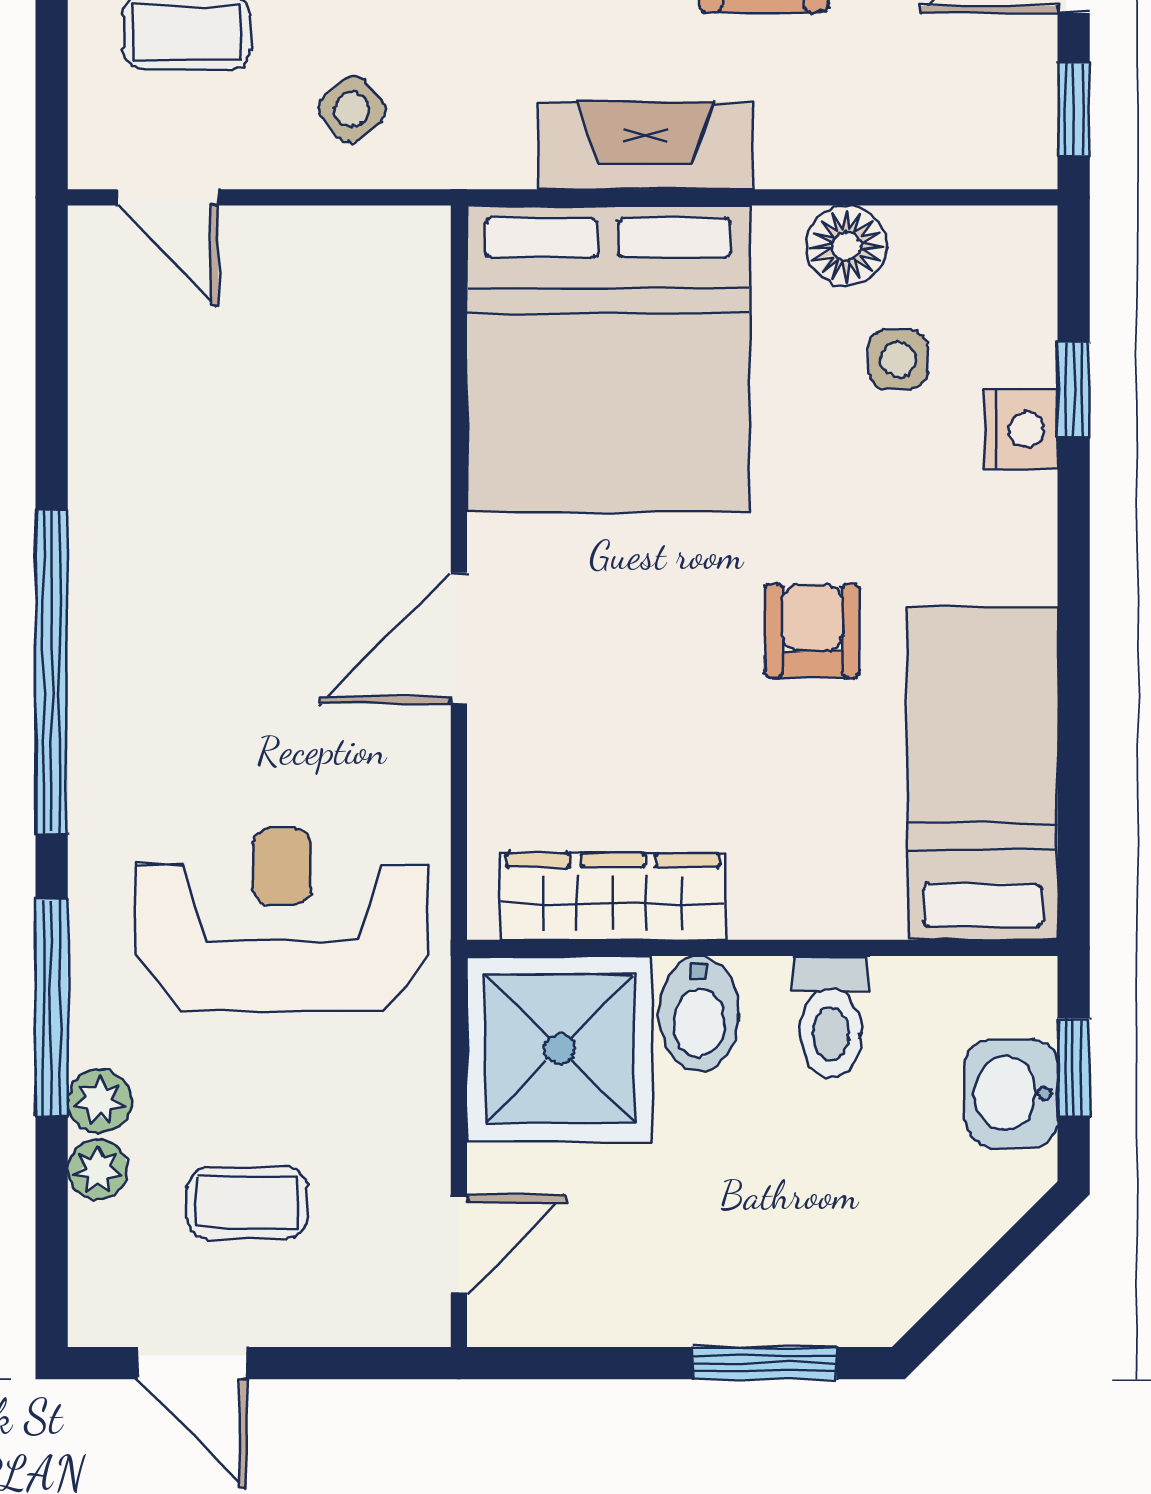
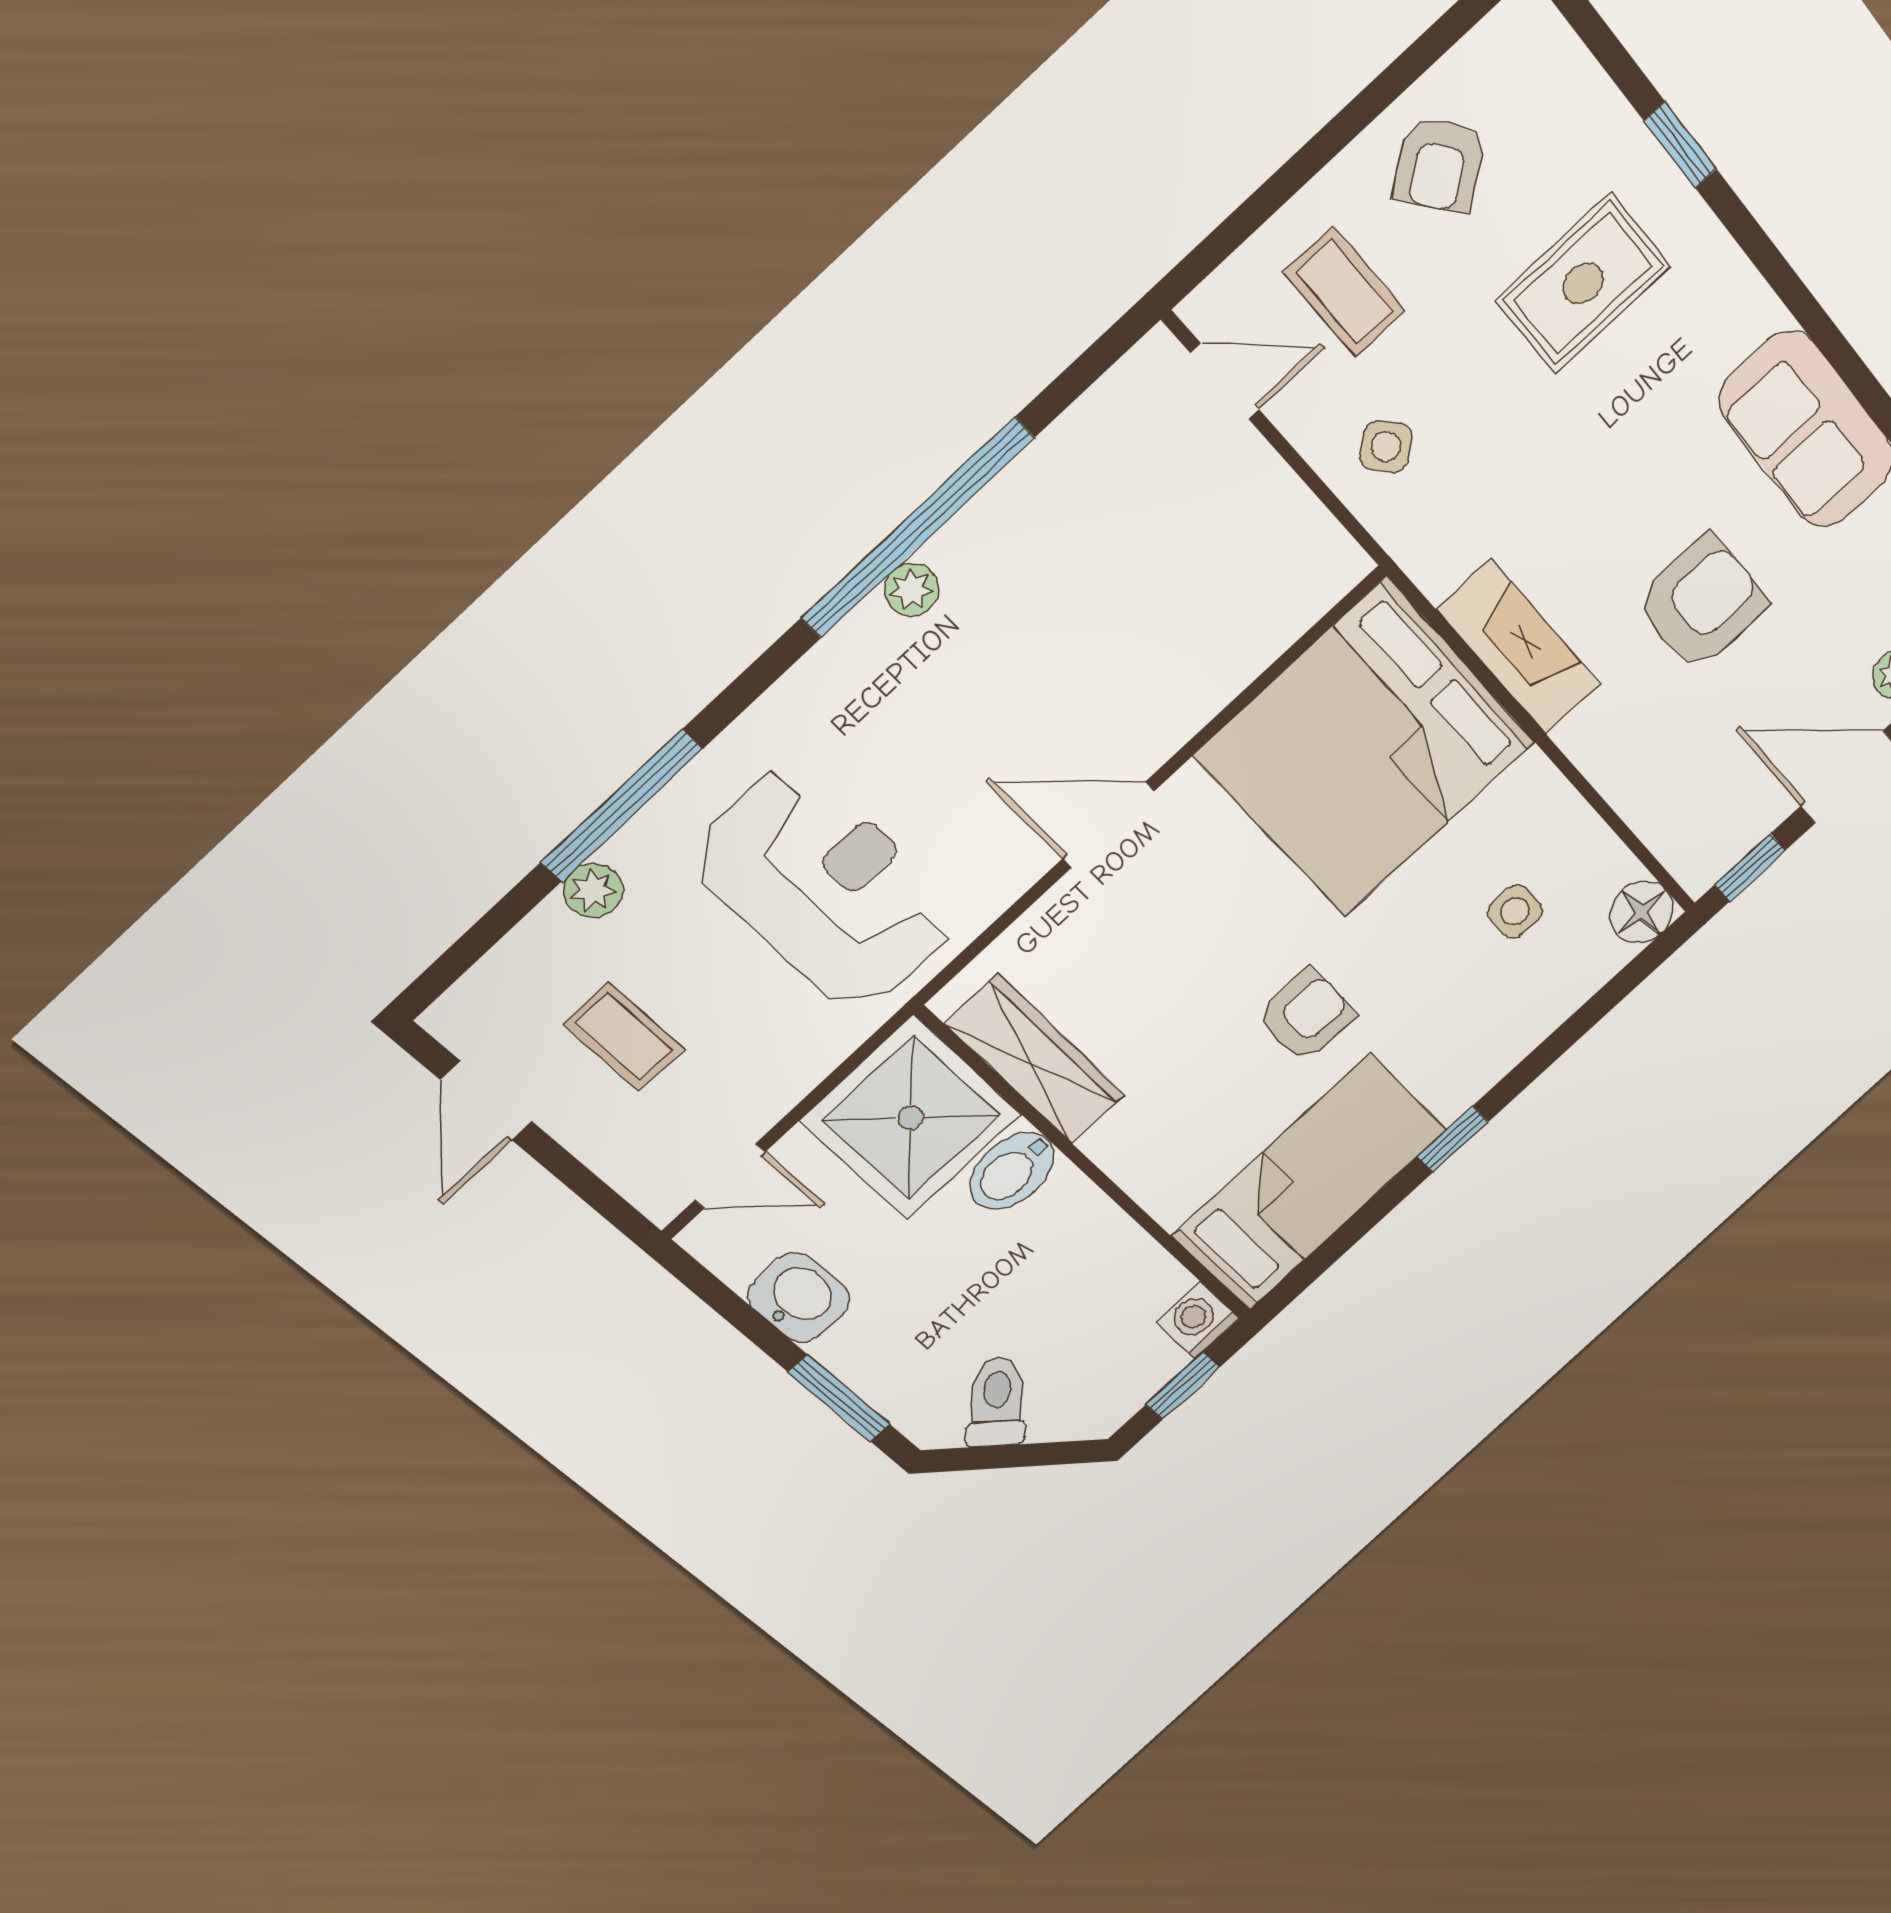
door: (168, 197) -> (1225, 381), swing flipped
floor lamp: (846, 246) -> (1641, 912), moved
window: (1074, 389) -> (1453, 1139), moved
nightstand: (1021, 429) -> (1533, 1015), removed
window: (52, 672) -> (918, 528), moved
washing machine: (1019, 994) -> (1198, 1321), added
toilet: (830, 1017) -> (997, 1402), moved, turned 135
washbasin: (1012, 1093) -> (799, 1297), moved, turned 90
plant: (97, 1169) -> (912, 590), moved

